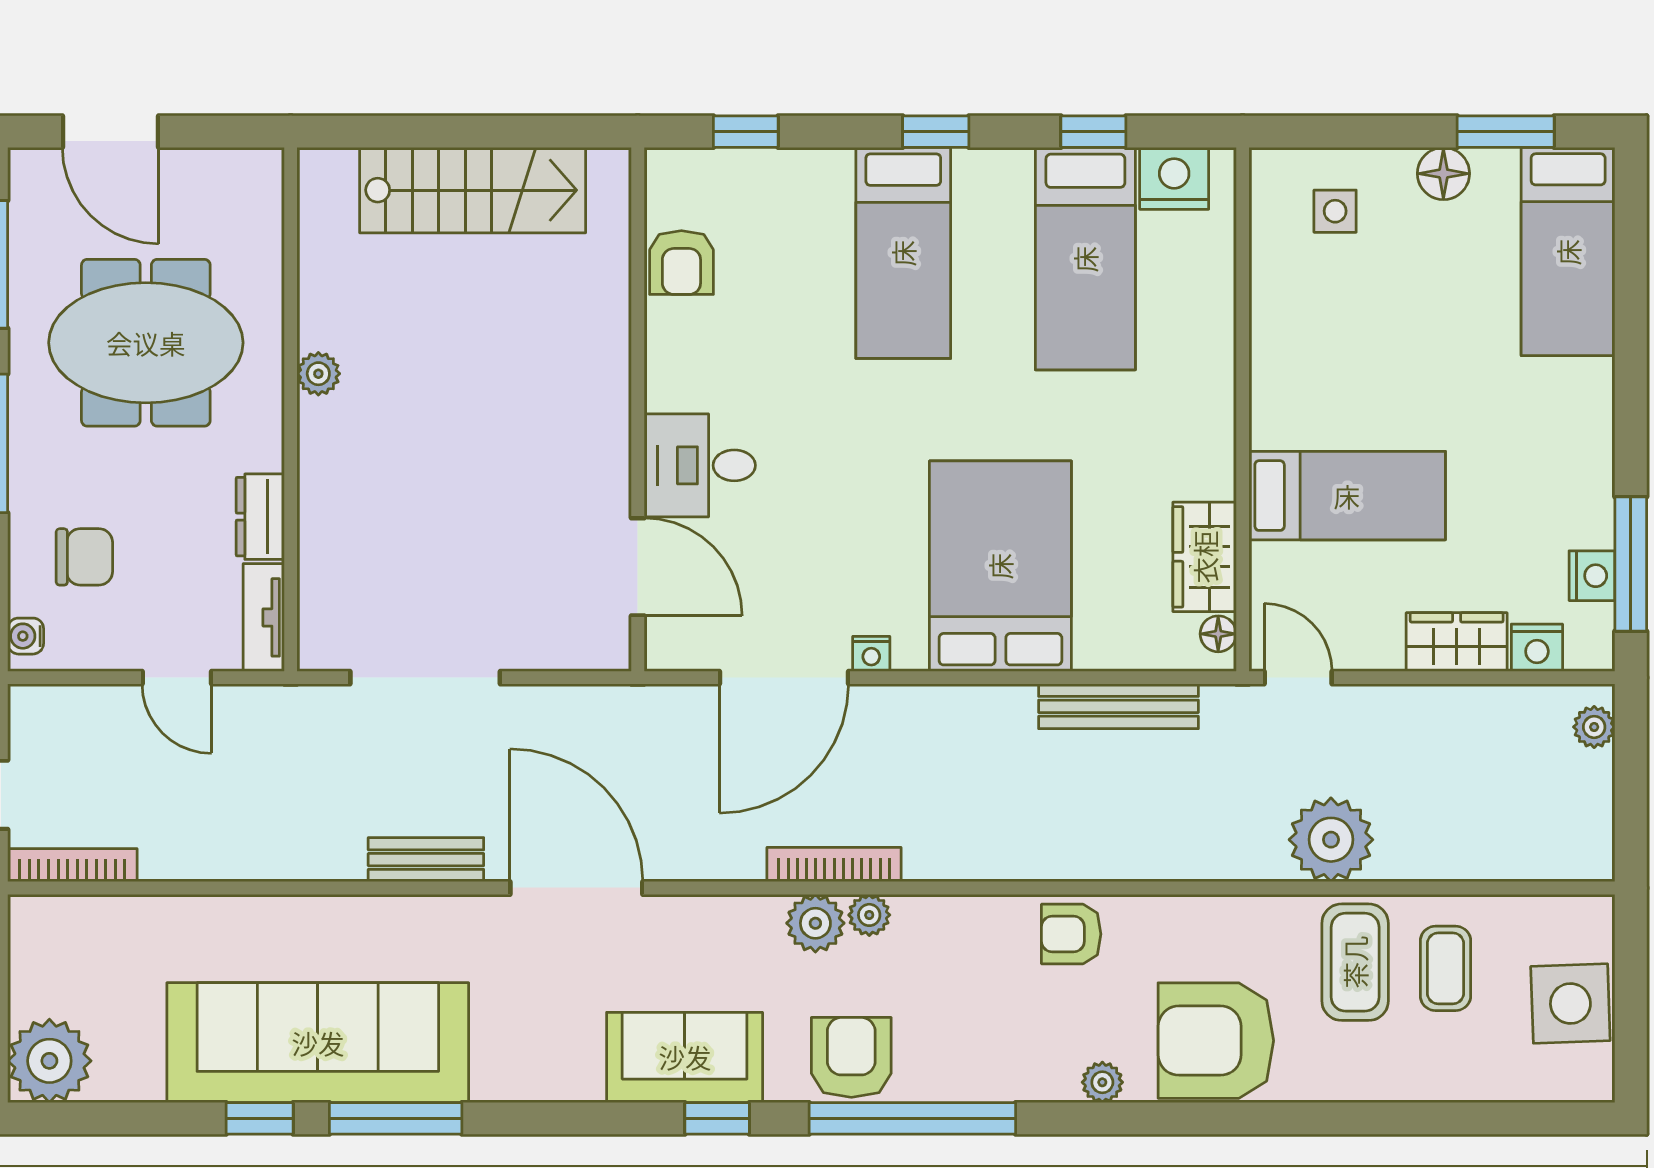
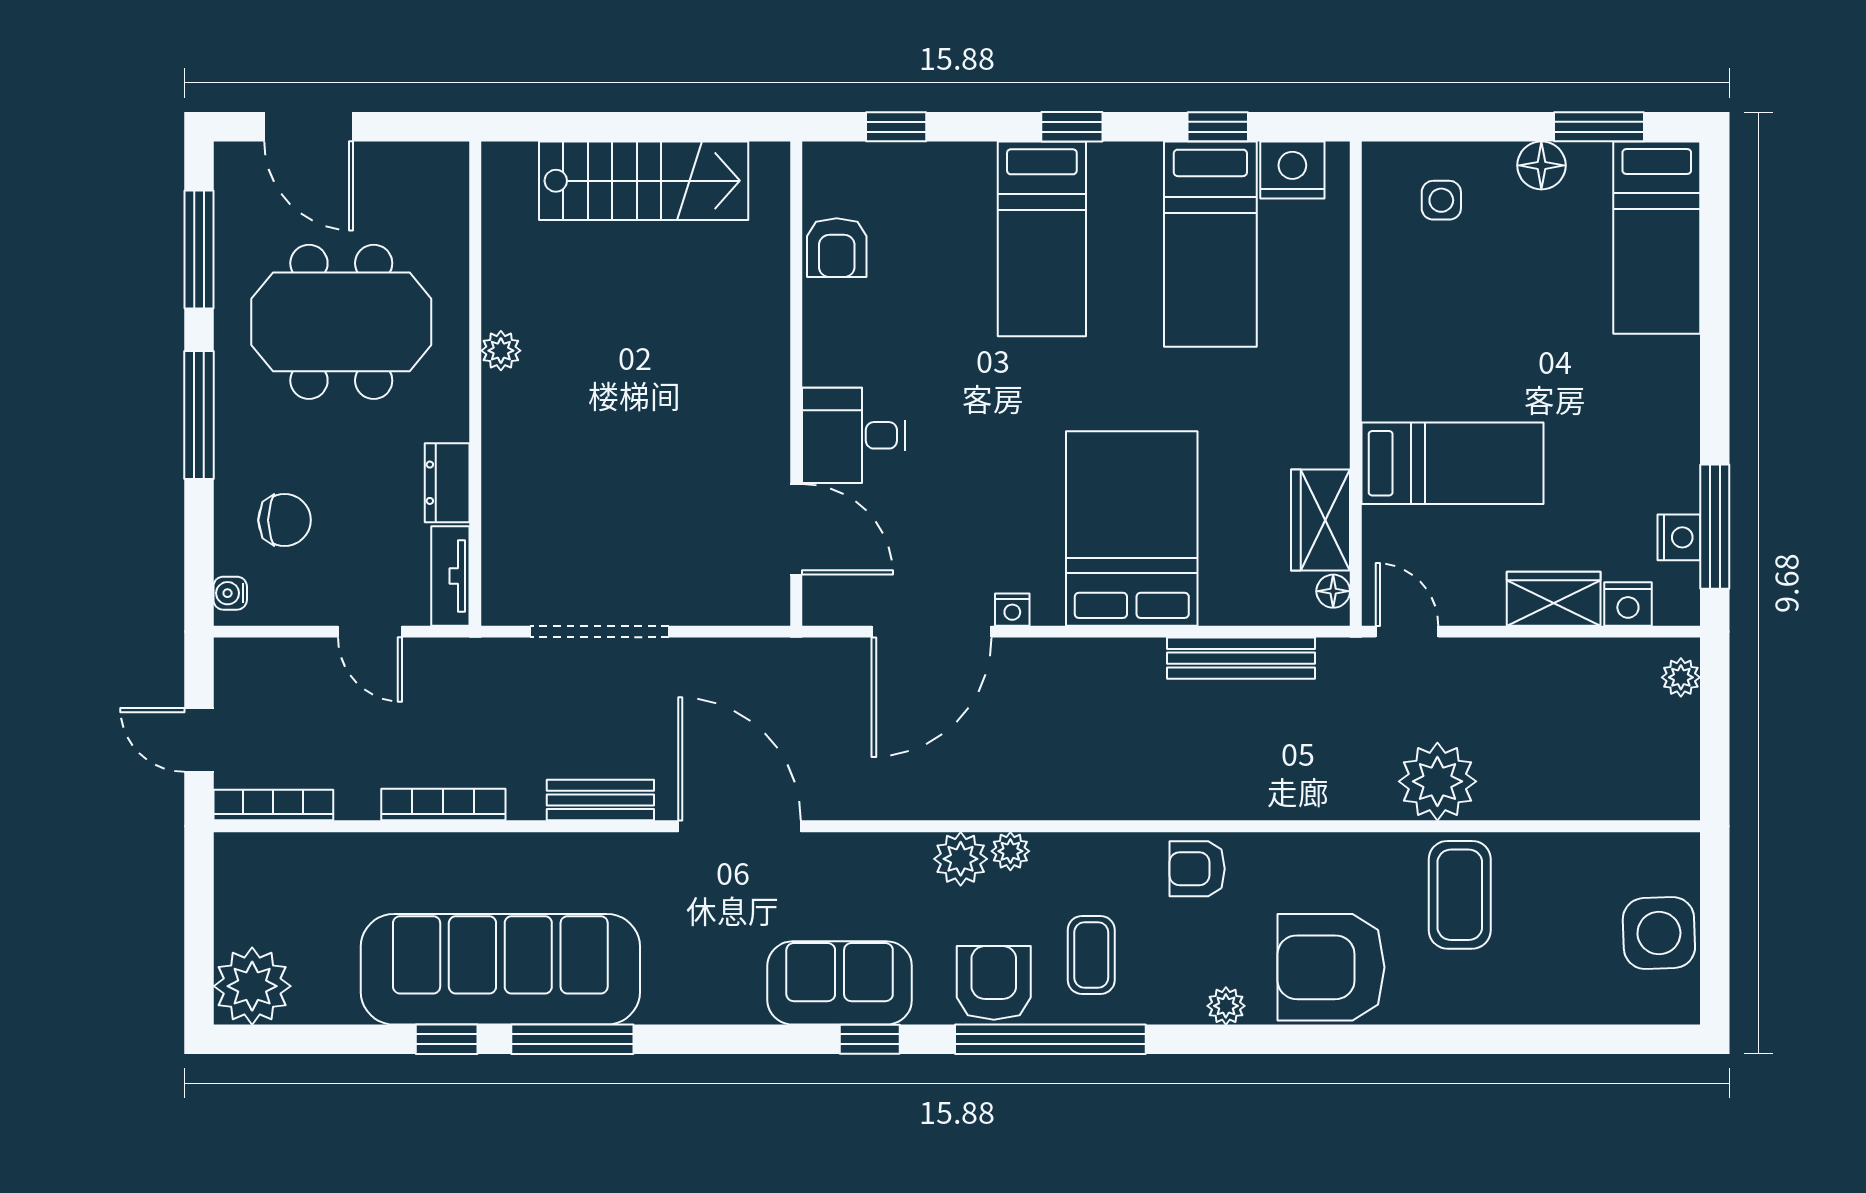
bookcase: (834, 865) -> (443, 804), moved
coffee table: (1446, 968) -> (1091, 955), moved

